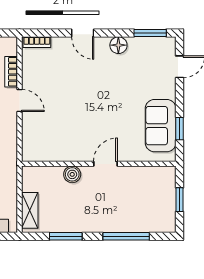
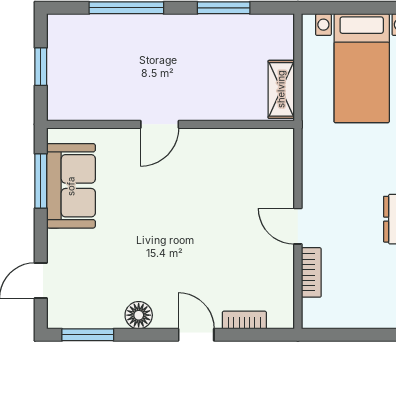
bookcase: (37, 42) -> (244, 320), moved
window: (179, 129) -> (41, 181), width x1.50
boiler: (72, 174) -> (213, 107), removed
shelving: (30, 210) -> (281, 89), moved

